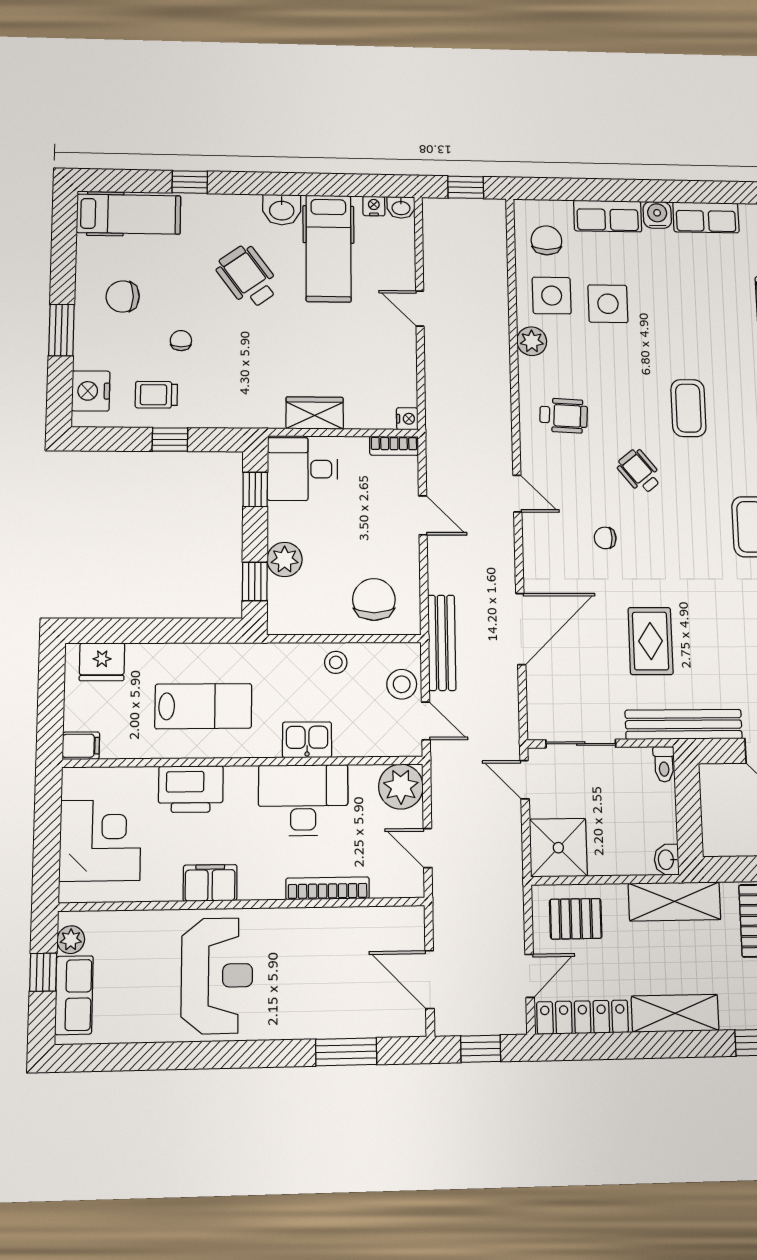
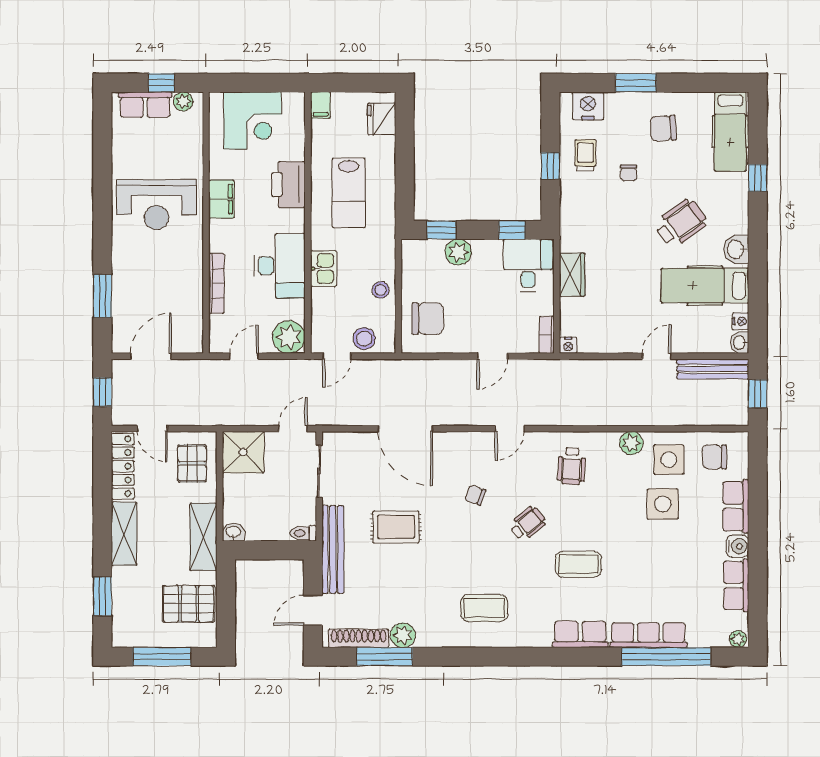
chair: (546, 240) -> (714, 457), turned 180
chair: (123, 296) -> (663, 128), turned -93
chair: (181, 341) -> (629, 173), turned 90
chair: (605, 538) -> (475, 495), turned -71
bench: (442, 643) -> (713, 369), moved

